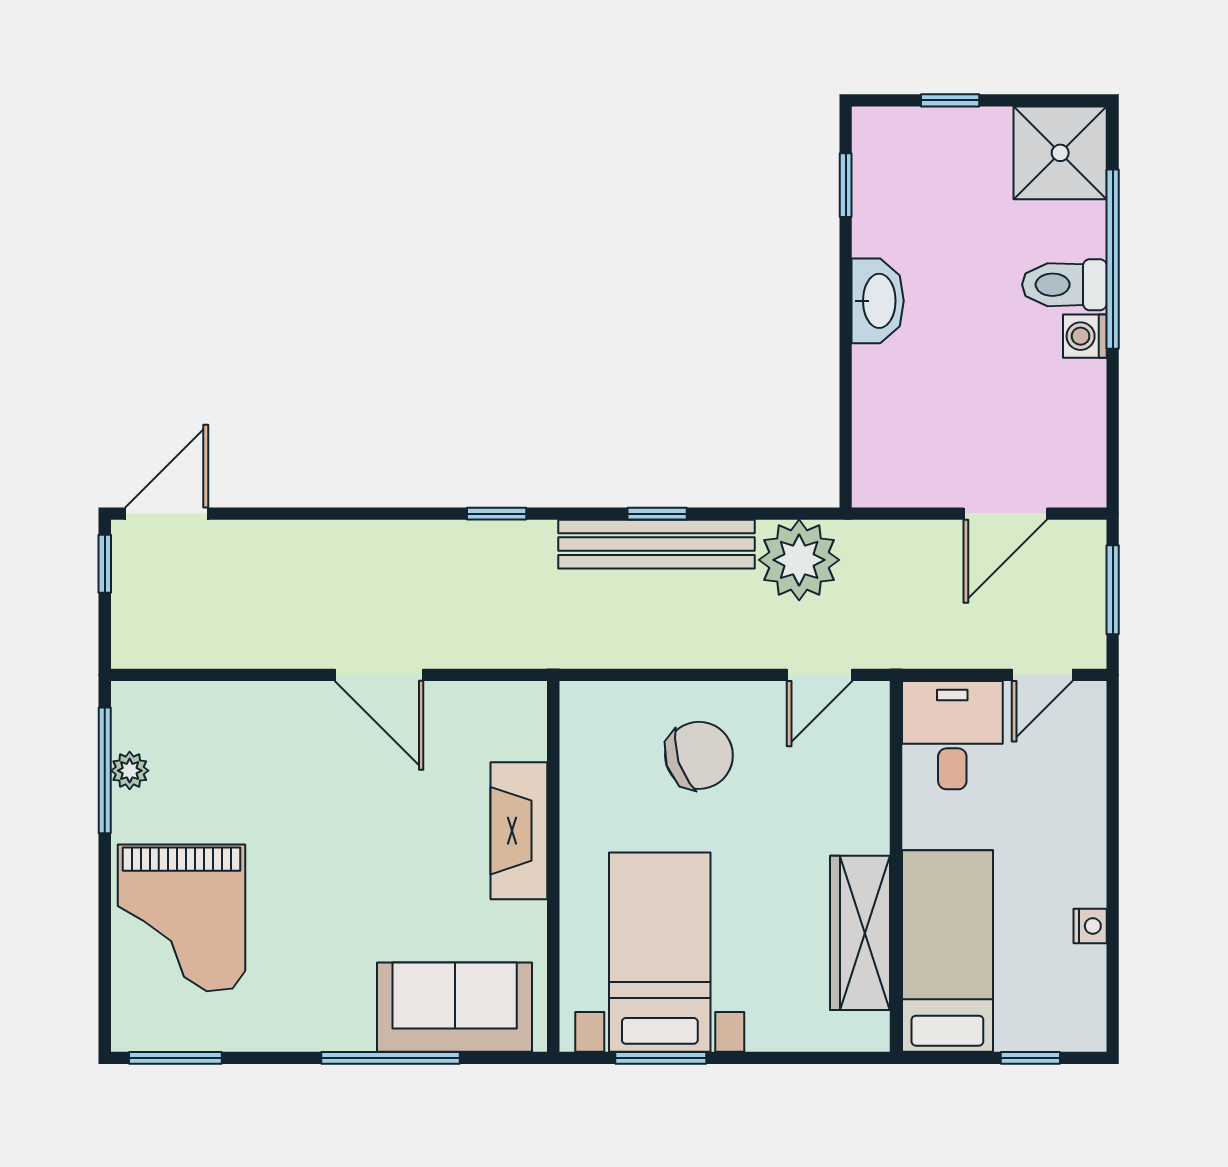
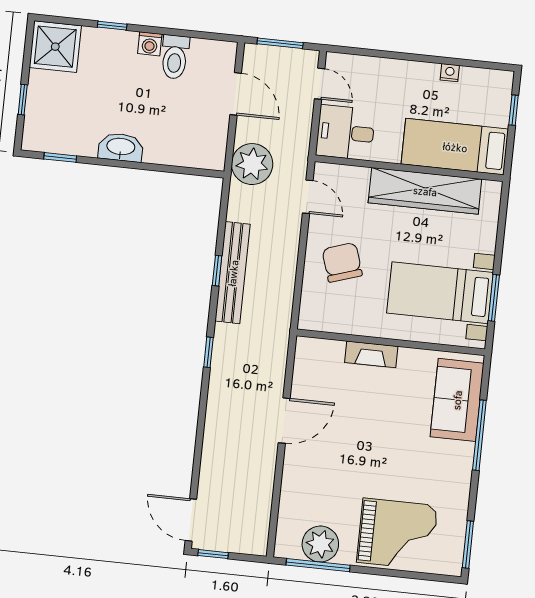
window: (1113, 259) -> (112, 26), width x0.32
toilet: (1064, 285) -> (175, 57), moved
plant: (799, 560) -> (252, 164), moved
plant: (130, 771) -> (320, 544), width x1.88, depth x1.88
fireplace: (519, 831) -> (371, 354), width x0.73, depth x0.76
wardrobe: (860, 933) -> (425, 191), width x1.40, depth x1.17

